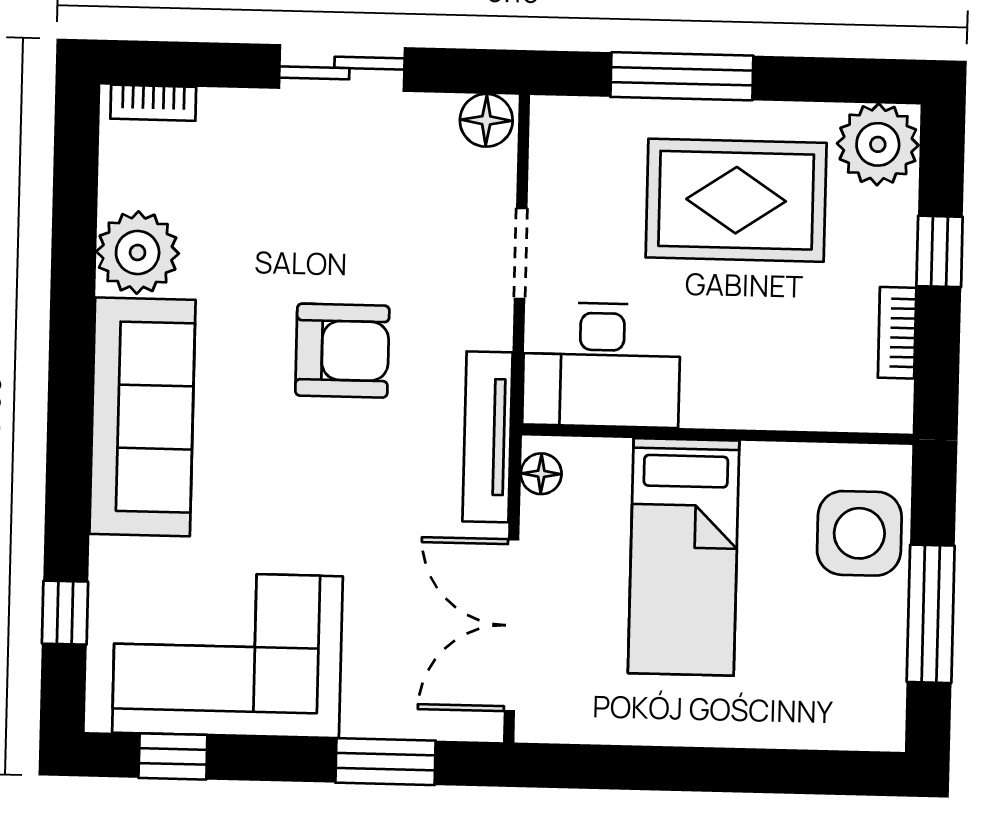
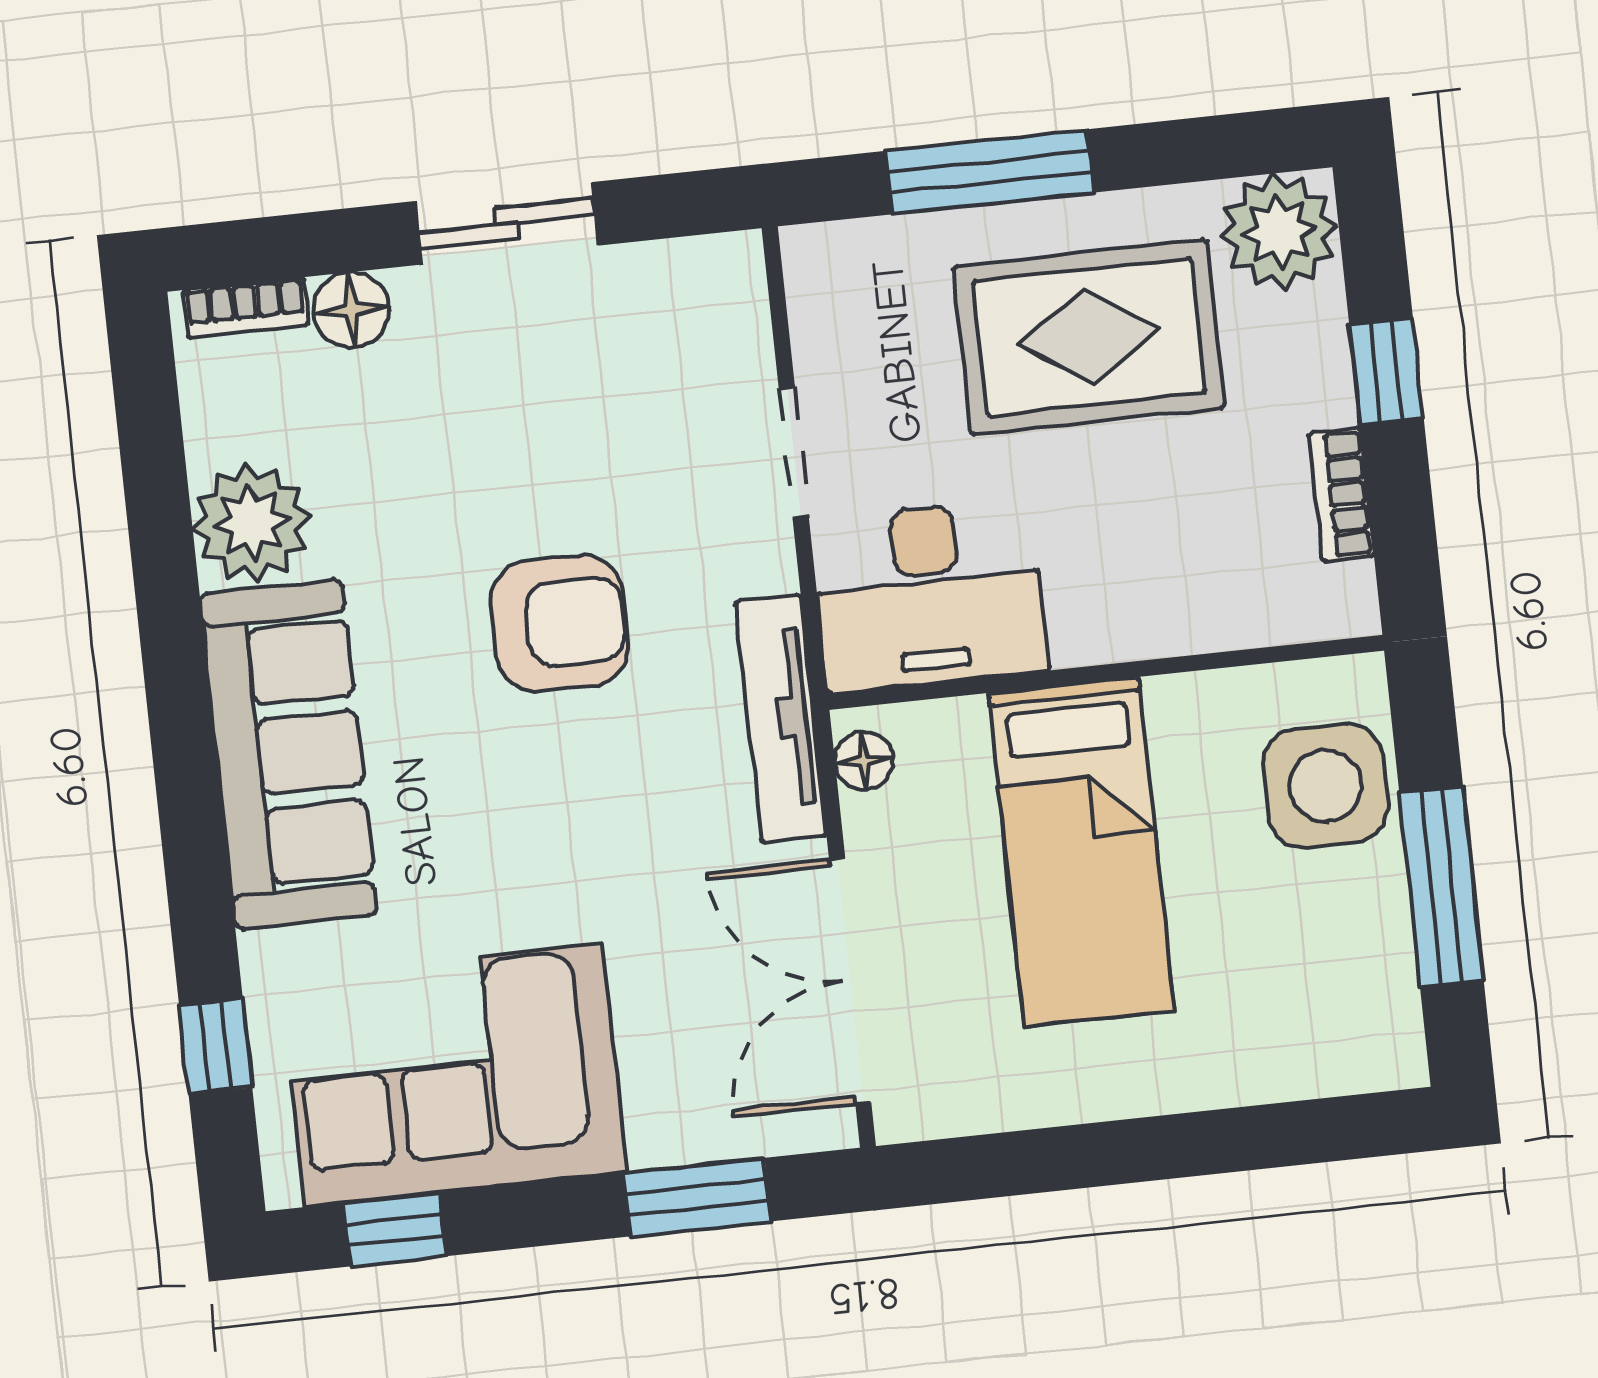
floor lamp: (486, 120) -> (351, 310), moved

